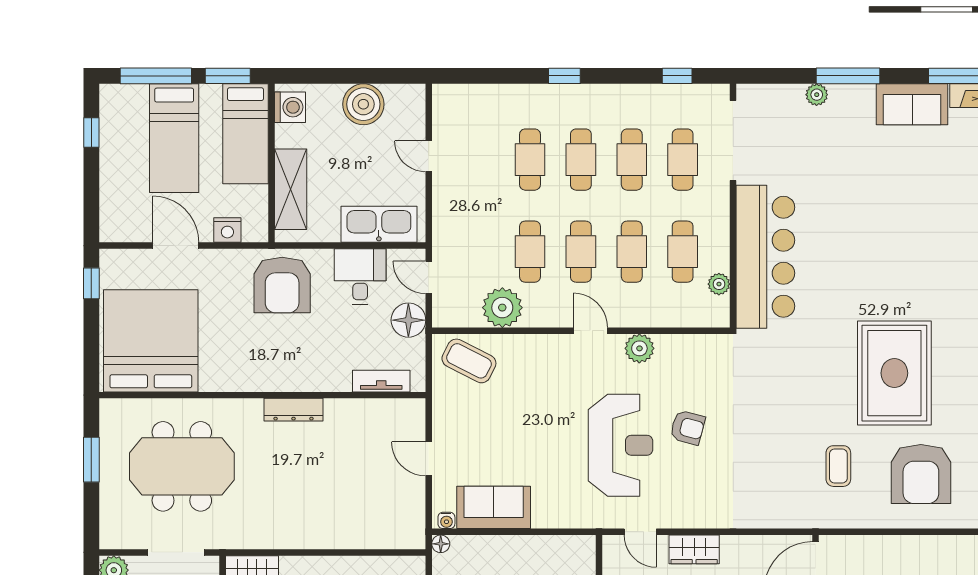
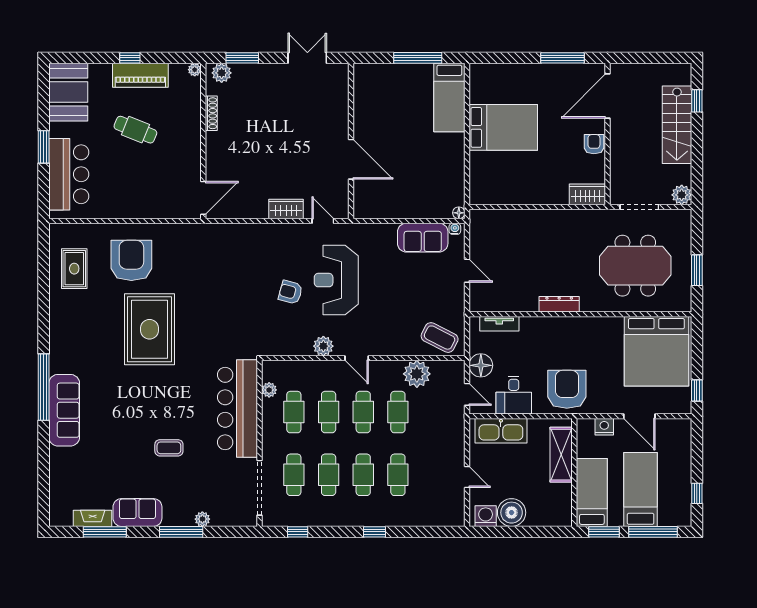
washing machine: (290, 107) -> (486, 516), moved, turned 90
coffee table: (838, 466) -> (169, 448), moved, turned 90

